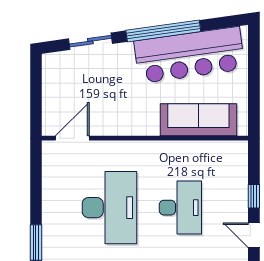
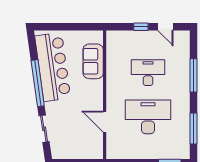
sofa: (198, 120) -> (93, 61), width x0.73
door: (72, 138) -> (105, 122), moved
door: (254, 235) -> (165, 27), hinge flipped

